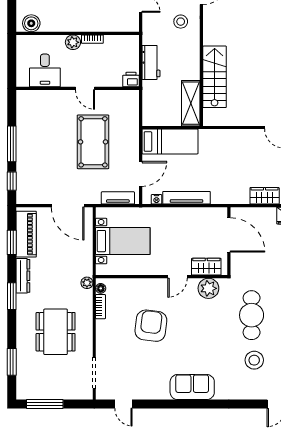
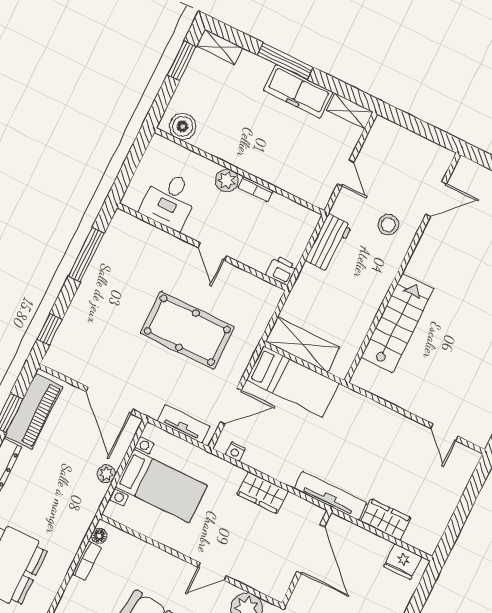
workbench: (151, 62) -> (329, 243), moved
shelving: (191, 103) -> (303, 344), moved, turned 90
pool table: (93, 142) -> (187, 330), turned 90
window: (12, 144) -> (86, 255), moved
tv unit: (186, 198) -> (330, 496), moved
wardrobe: (206, 267) -> (262, 493), moved, turned 180
plant: (87, 283) -> (106, 474), moved

